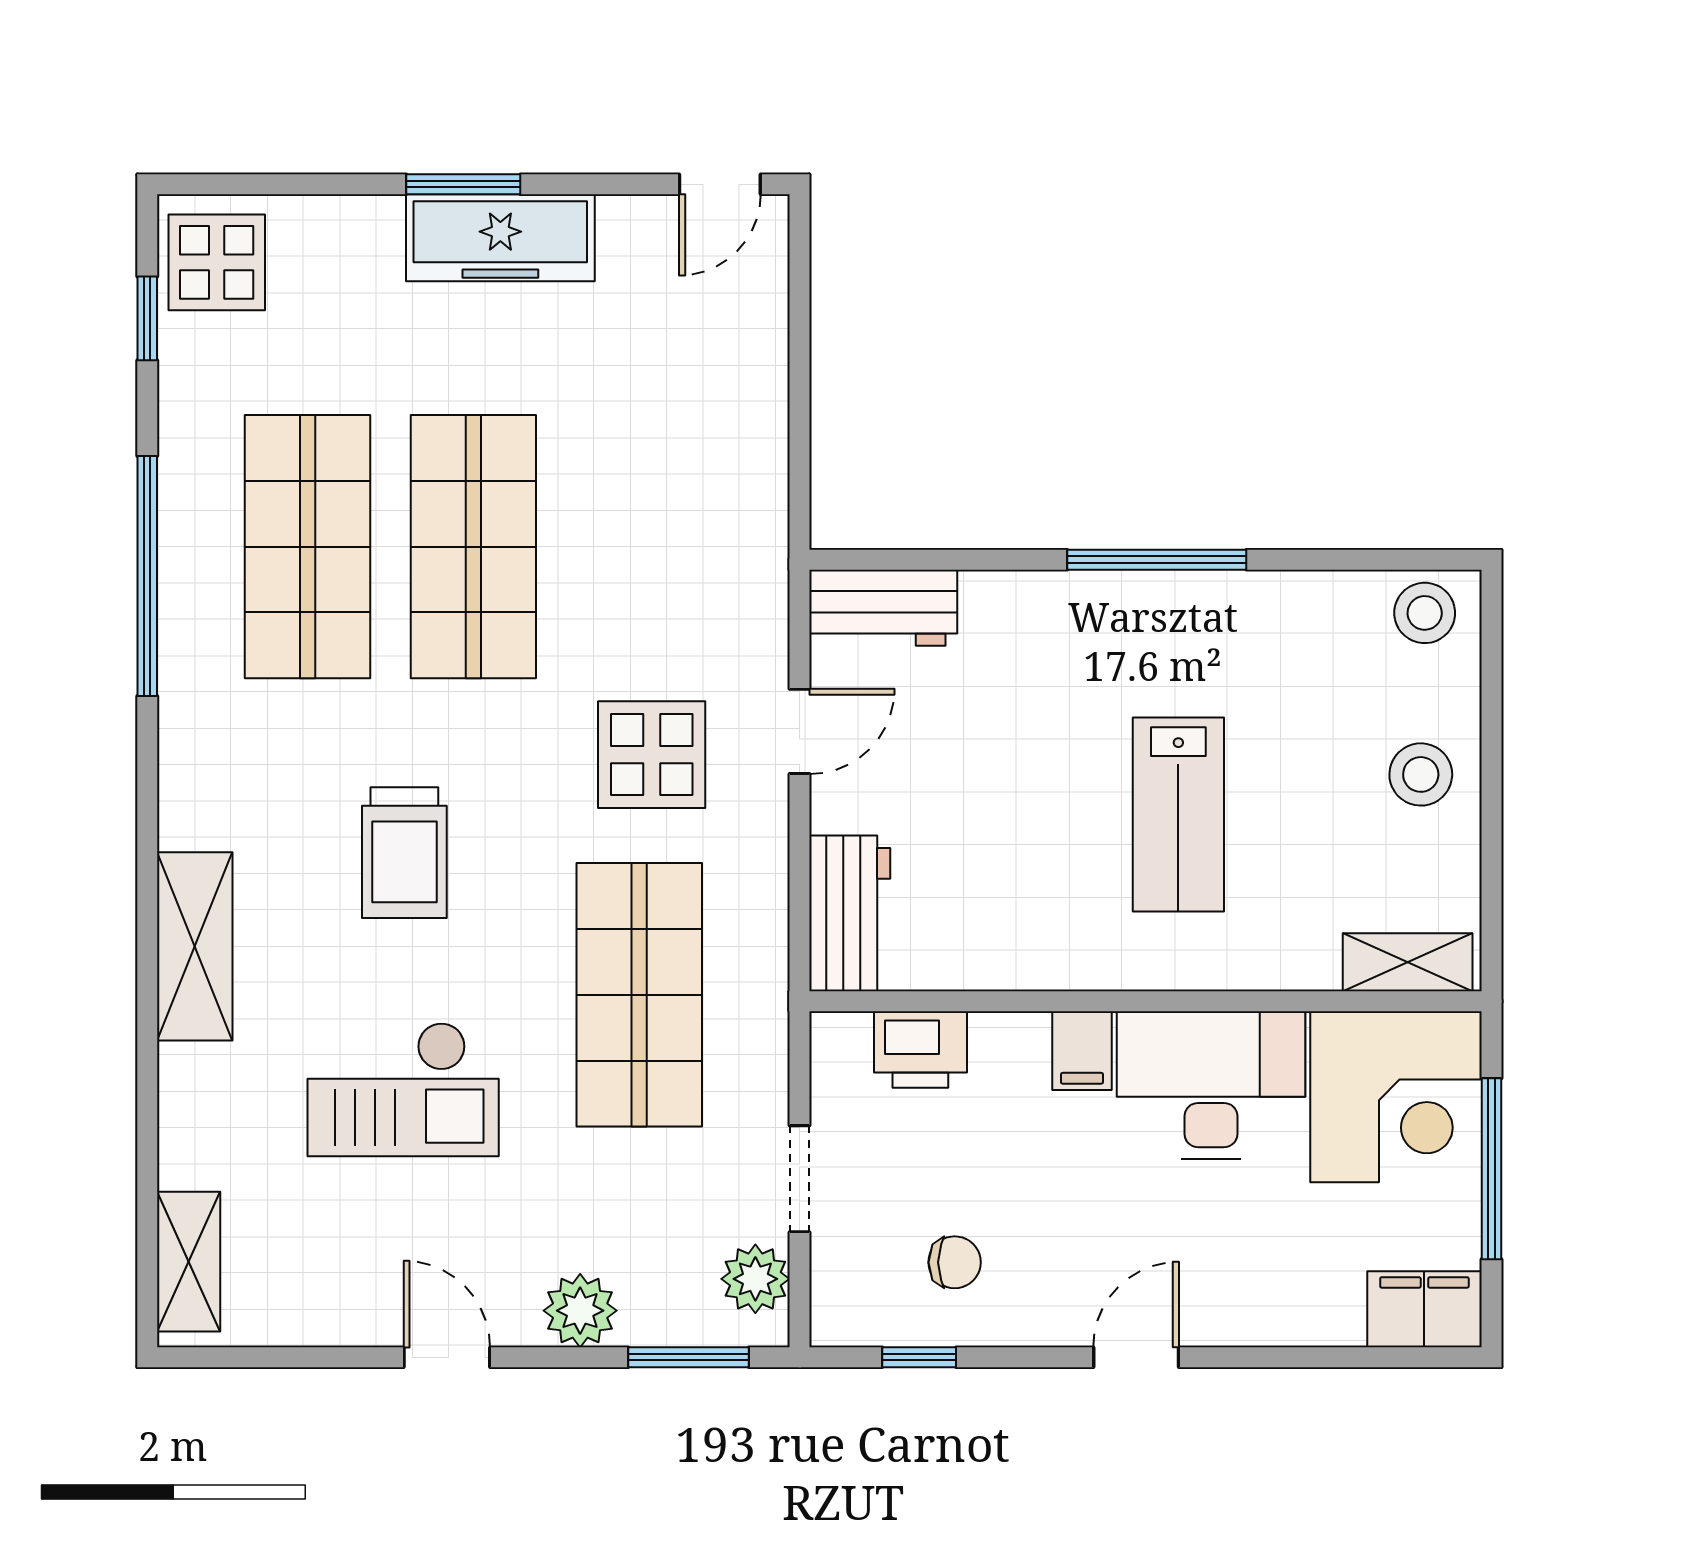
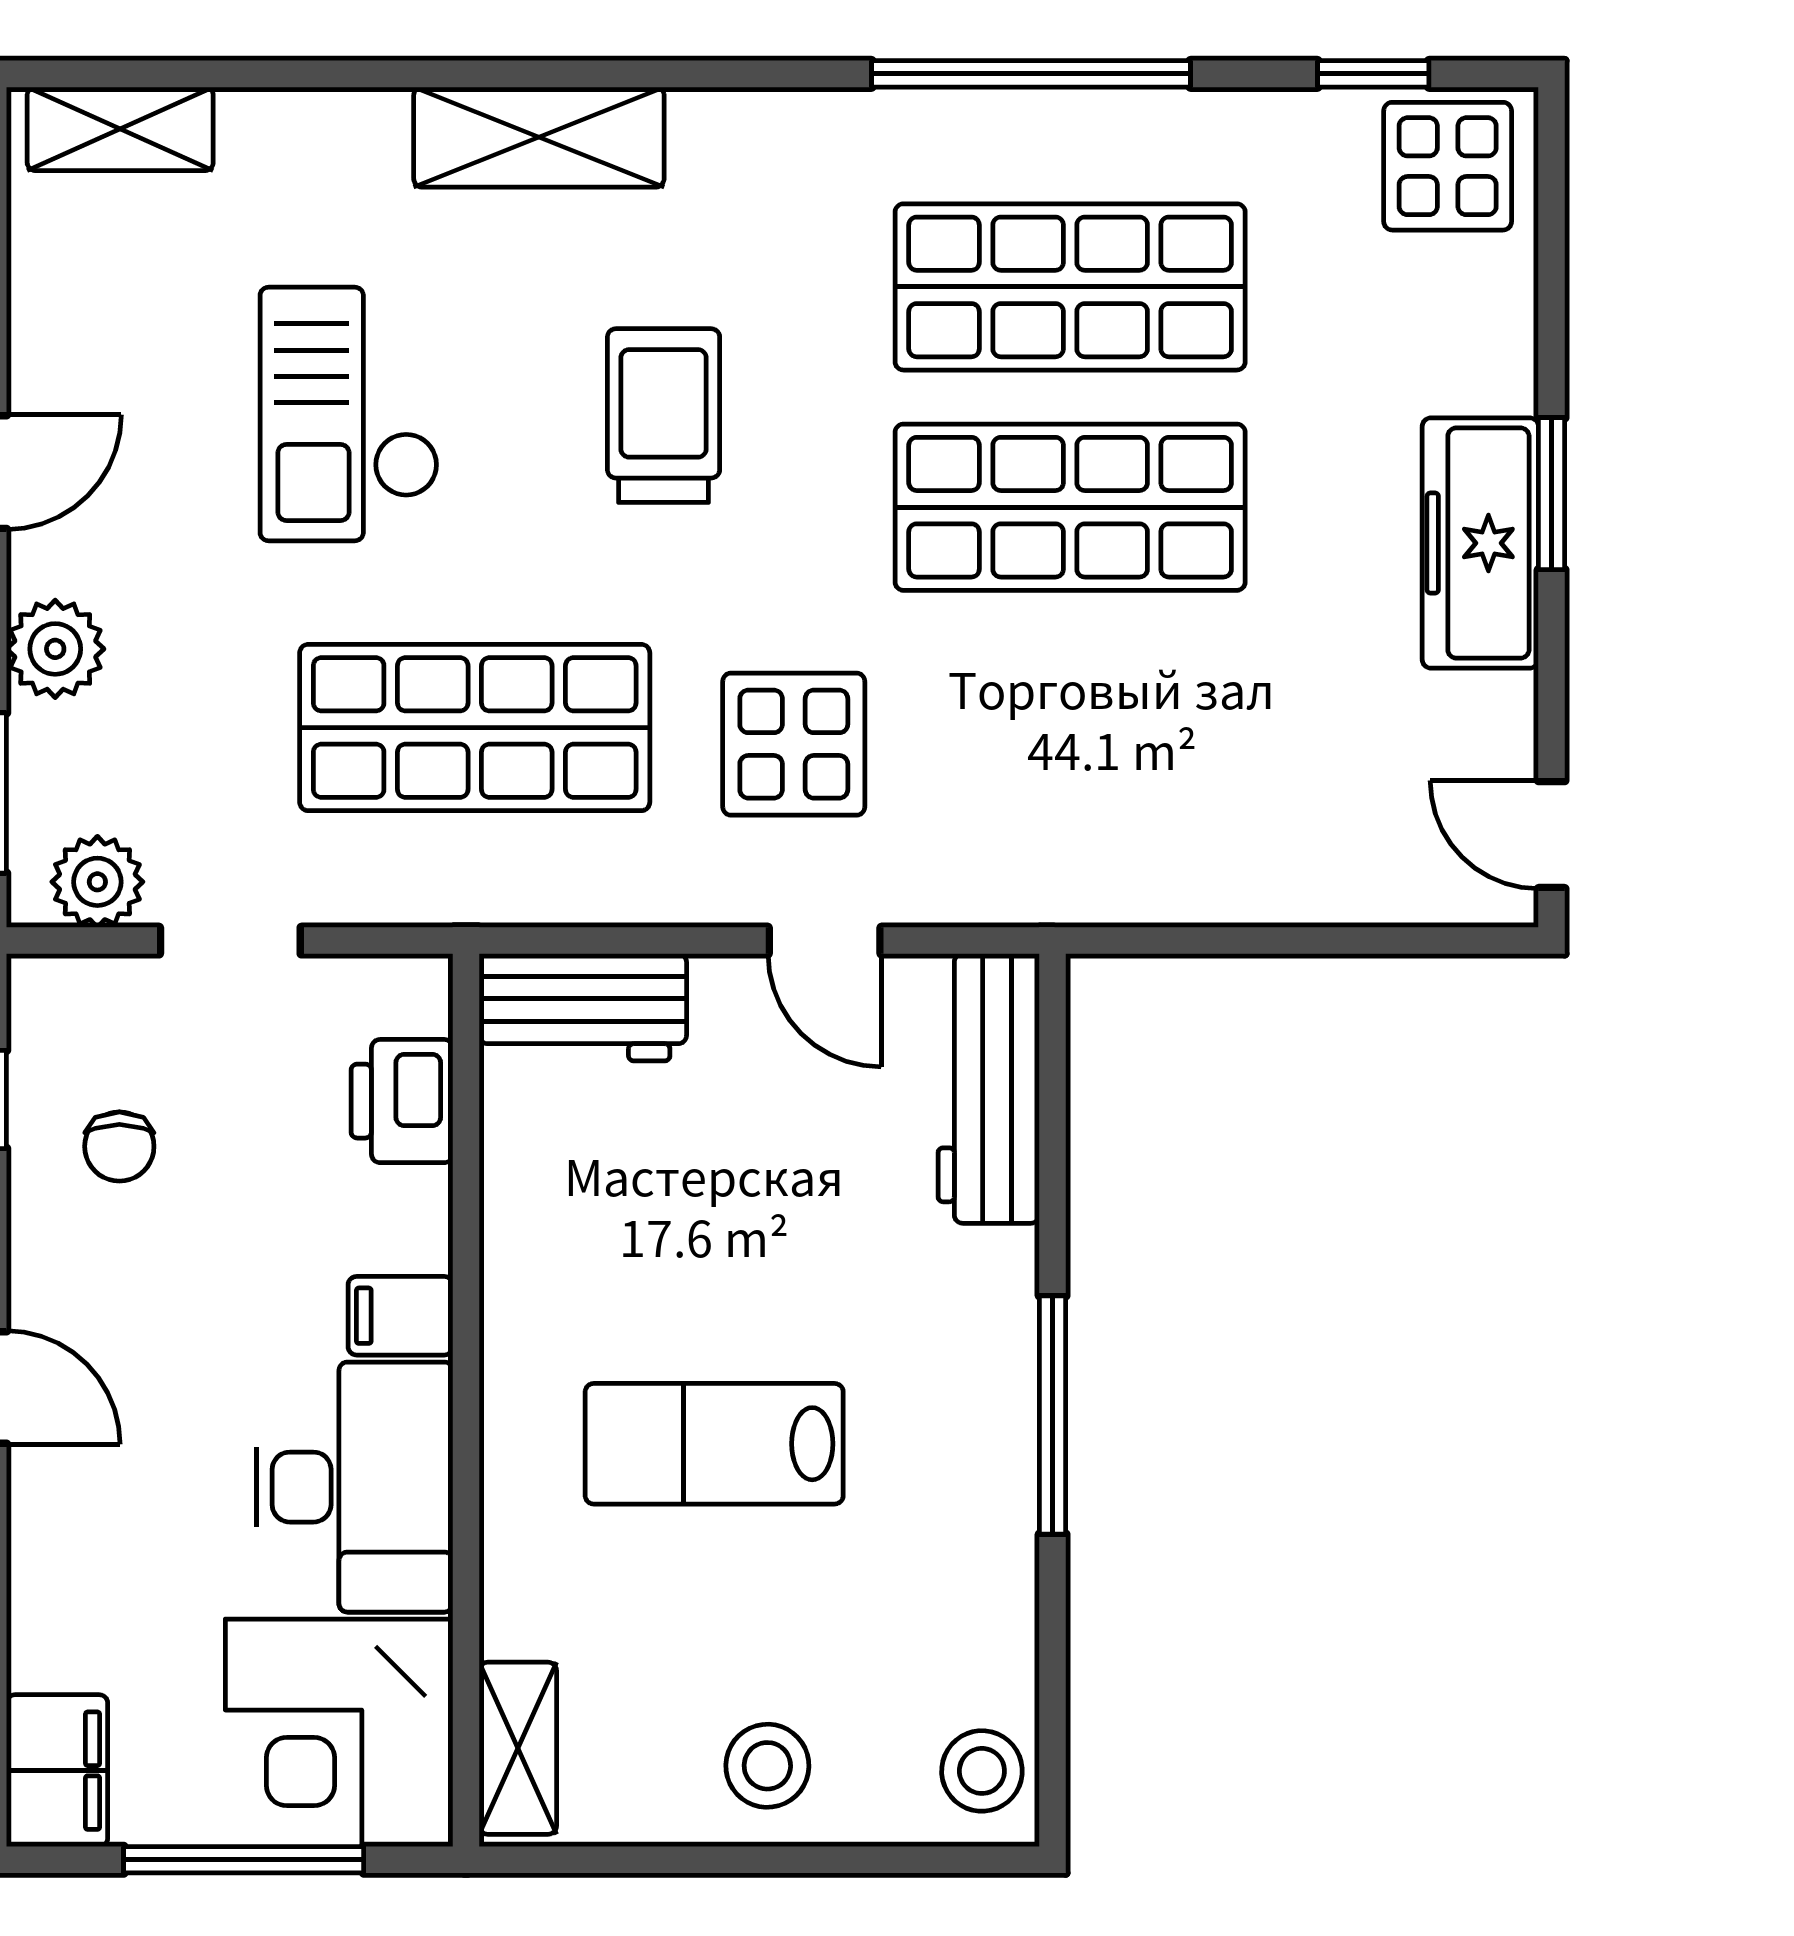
workbench: (883, 608) -> (989, 1089), width x1.38
trolley: (404, 853) -> (664, 416), turned 90

